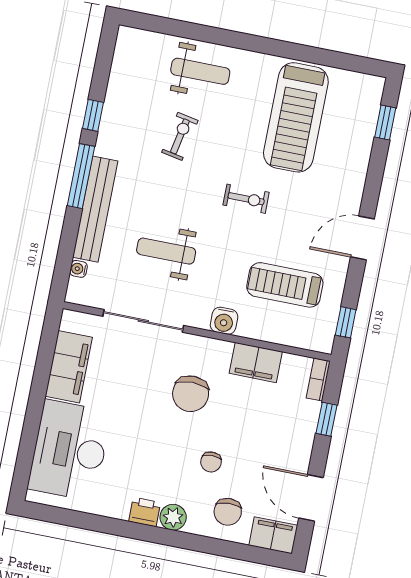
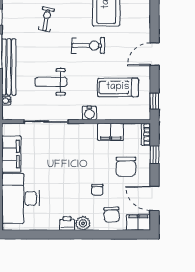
exercise bike: (246, 199) -> (88, 46), width x1.38, depth x1.39
chair: (191, 394) -> (126, 167), moved

